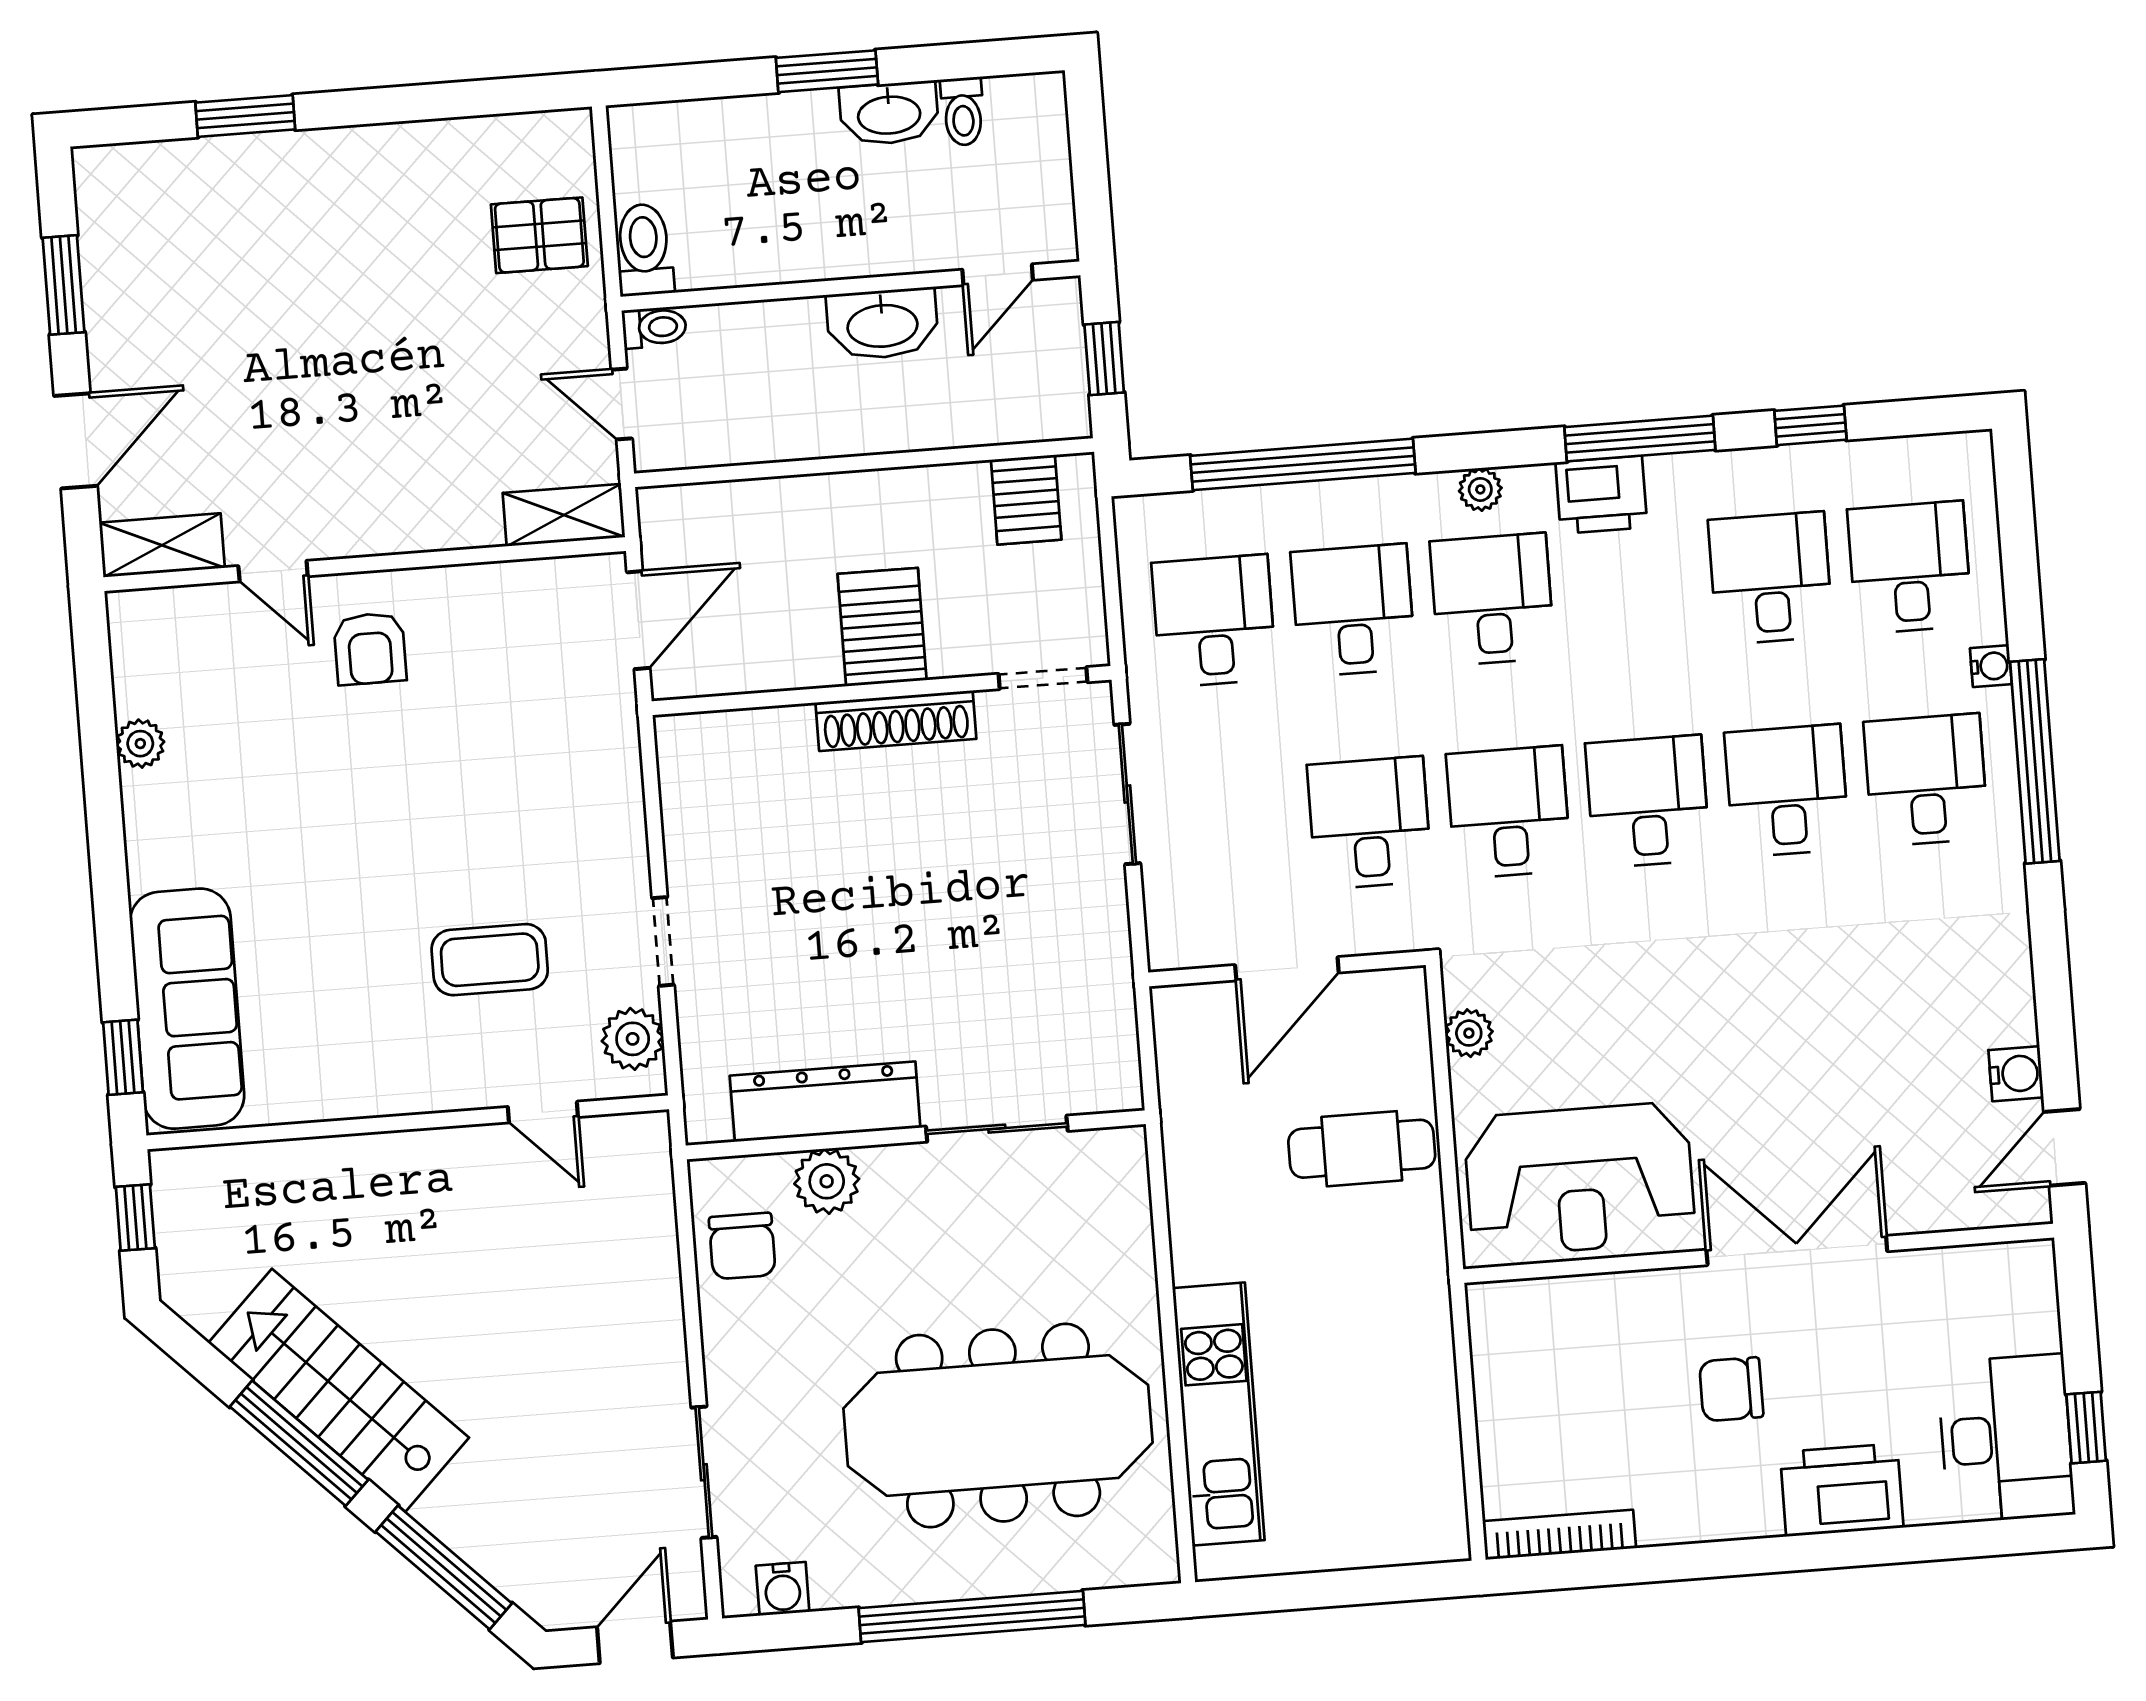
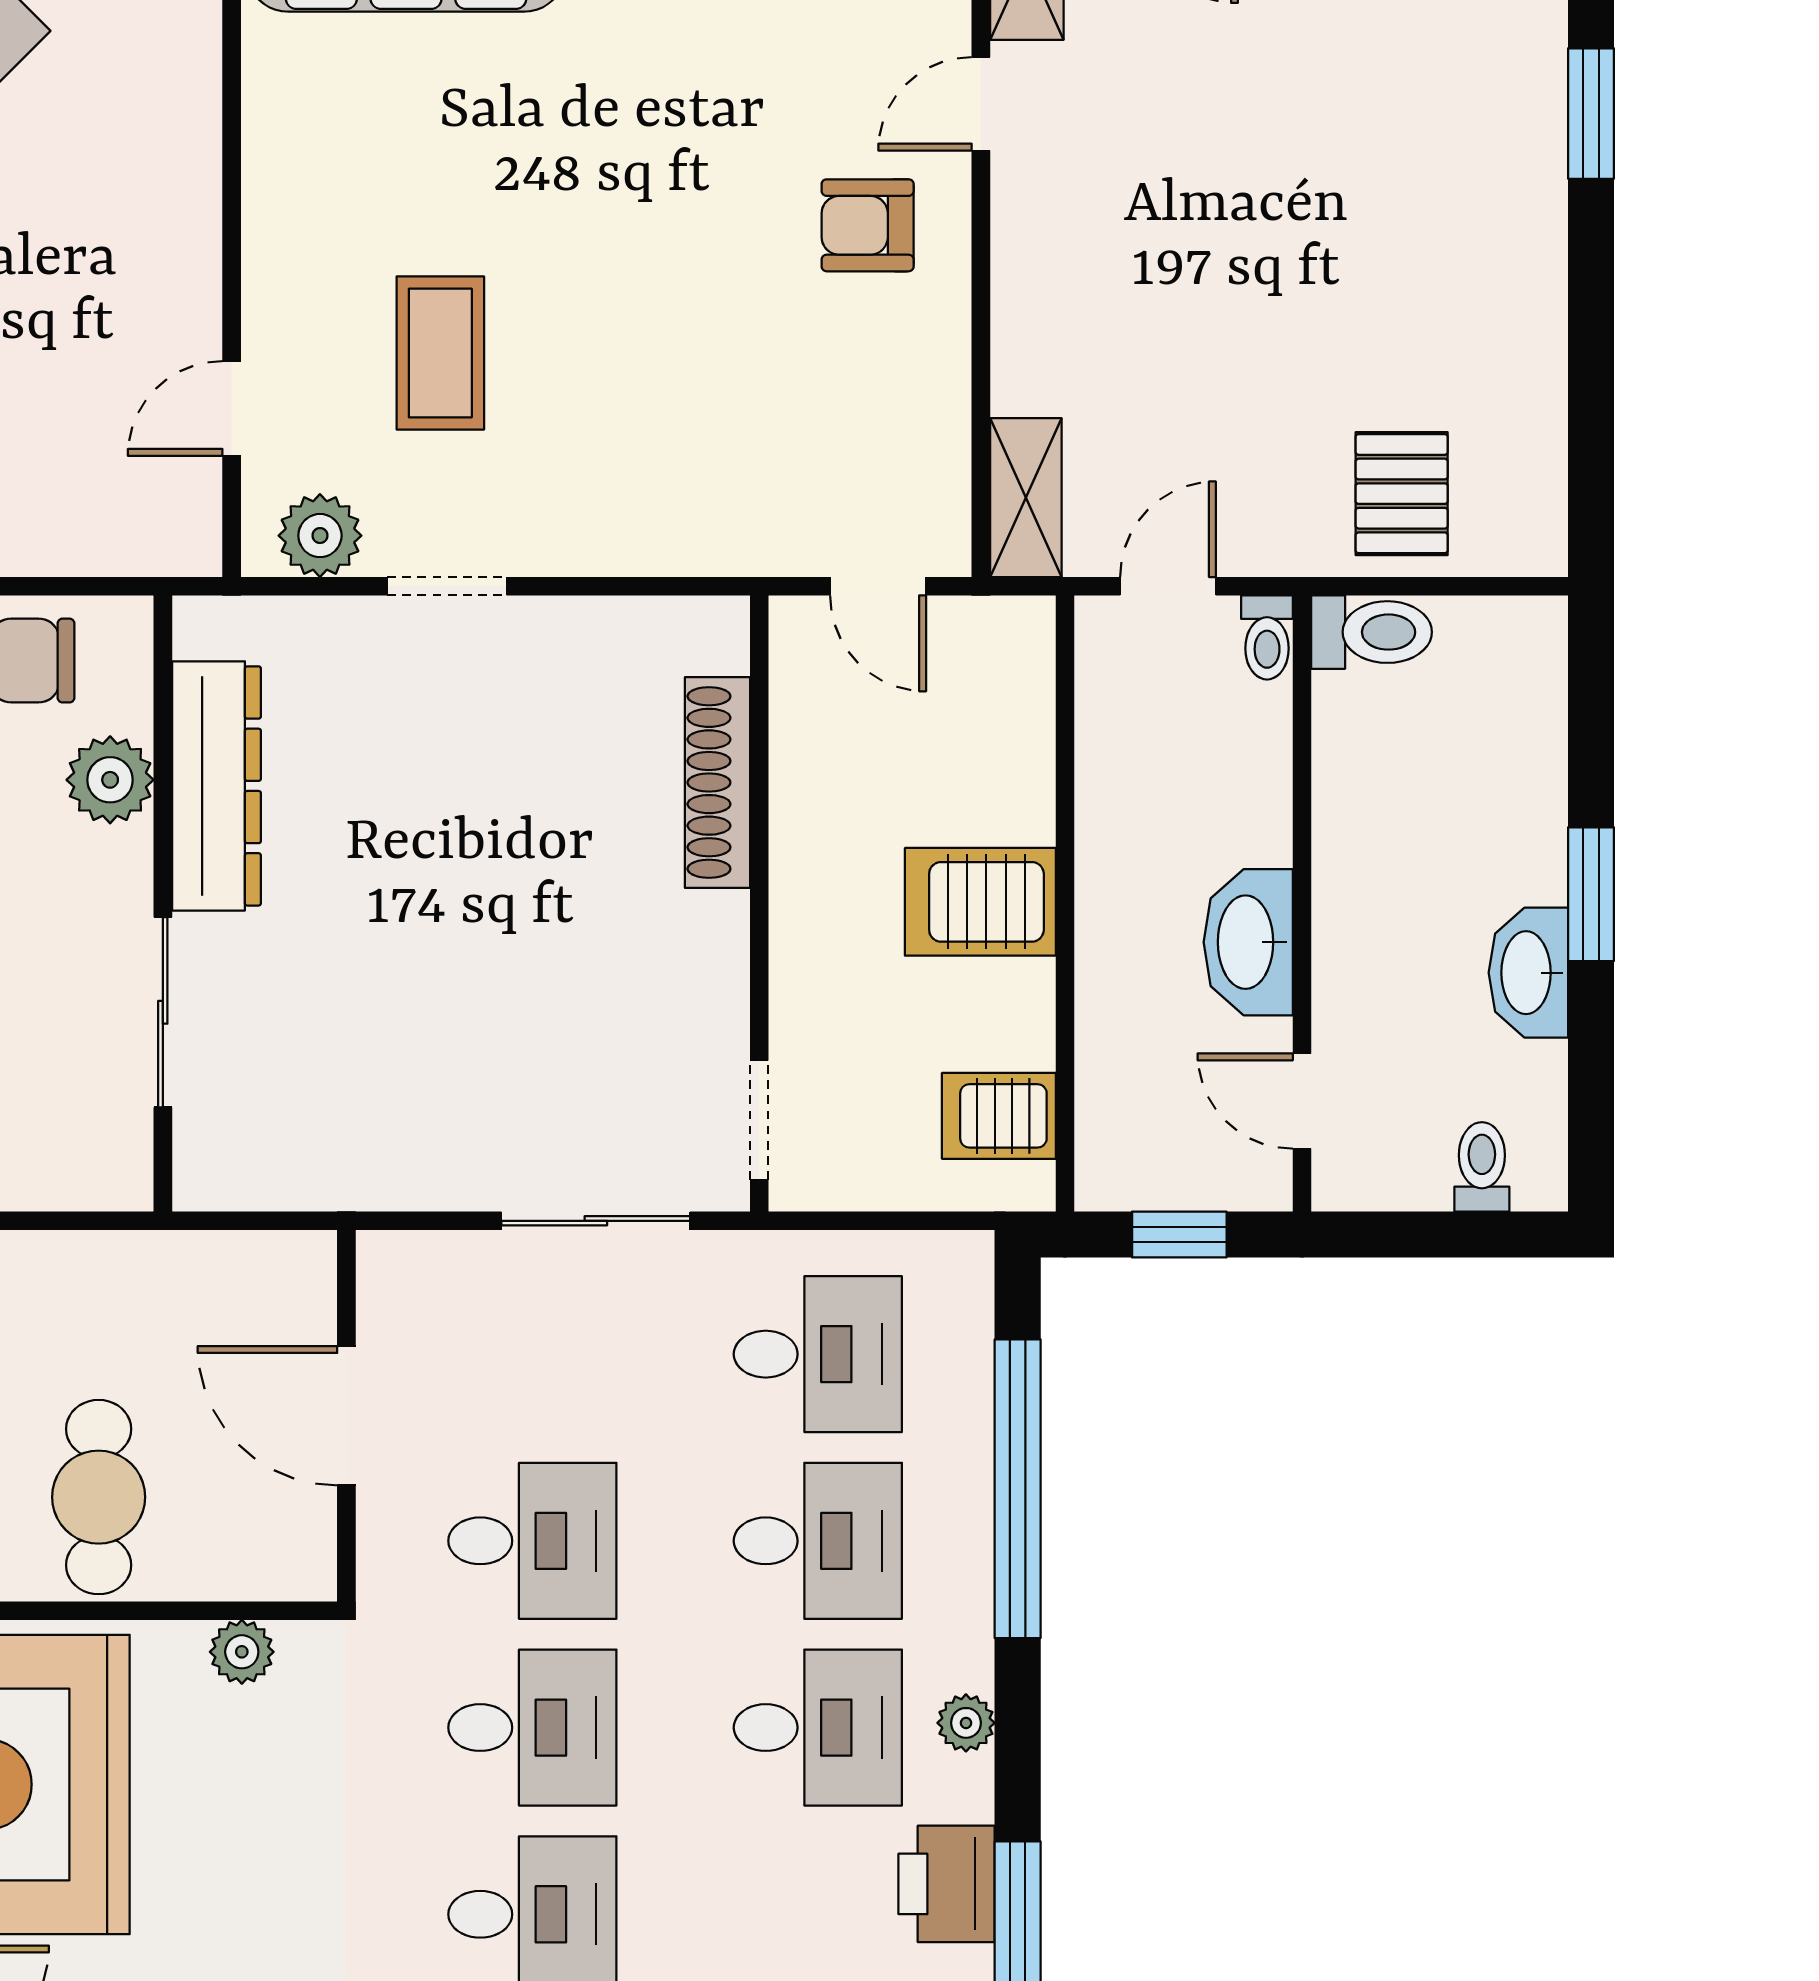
toilet: (963, 111) -> (1482, 1167), moved, turned 90
door: (638, 620) -> (878, 586), width x0.73
server rack: (882, 627) -> (980, 902), moved, turned 180
shoe rack: (896, 721) -> (717, 783), moved

